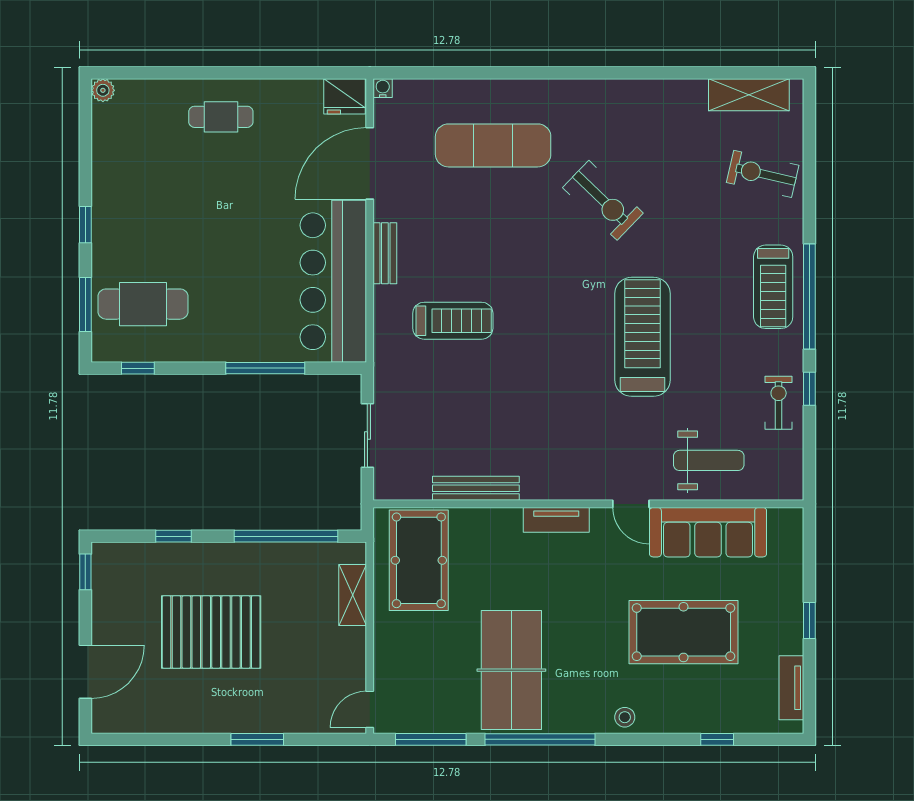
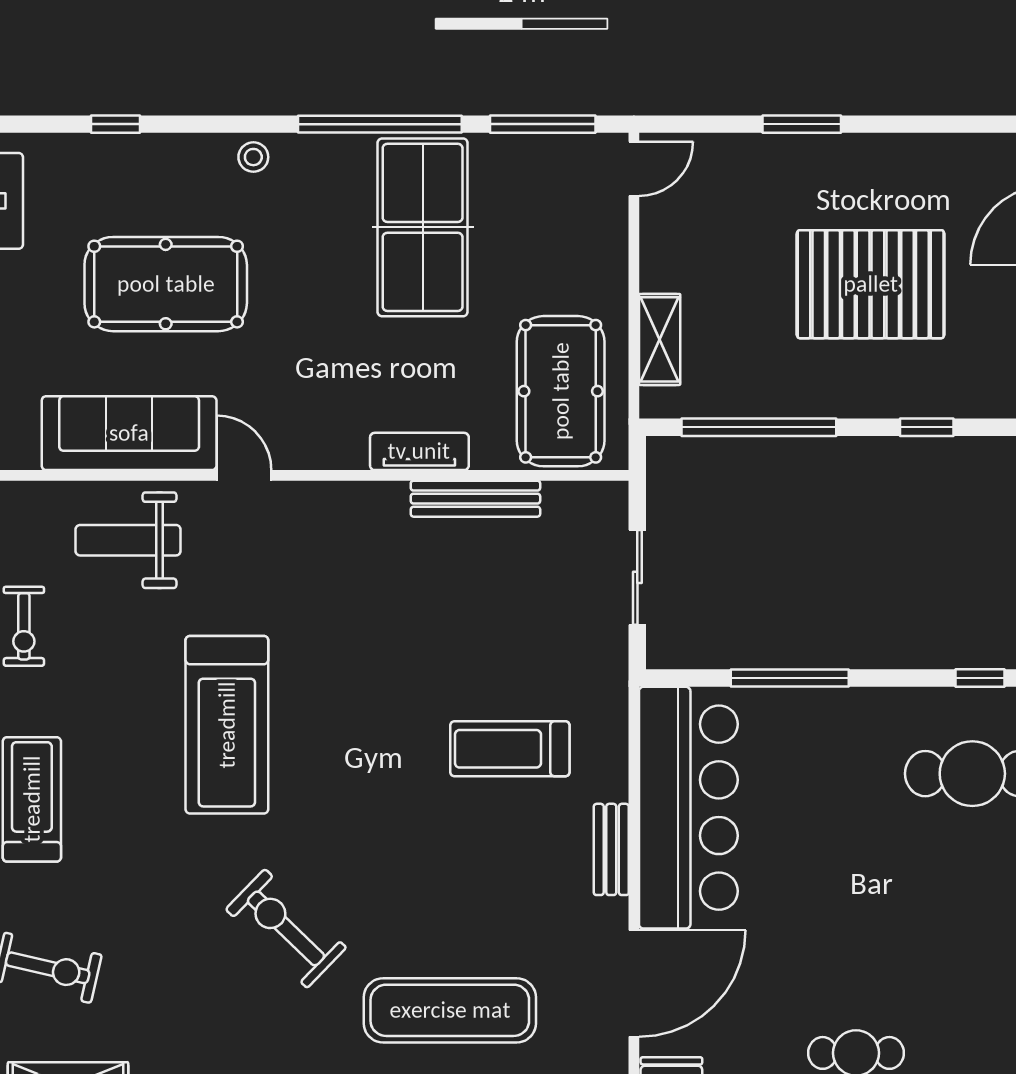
tv unit: (556, 520) -> (419, 451), moved

